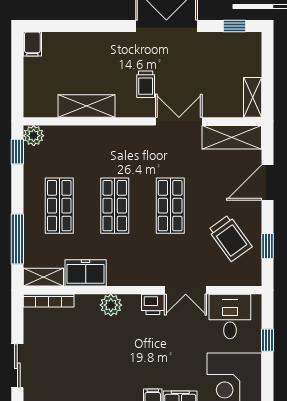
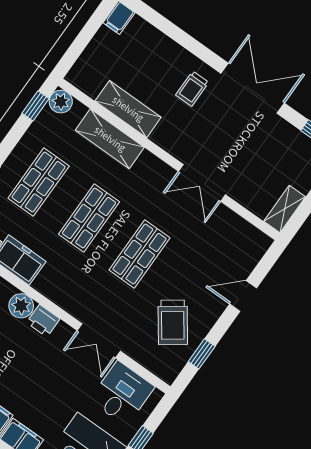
trolley: (146, 84) -> (192, 89), moved
double door: (179, 121) -> (202, 183), swing flipped
shelving: (232, 137) -> (110, 139), moved
door: (268, 182) -> (243, 296), width x0.73
printer: (153, 304) -> (43, 321), moved

